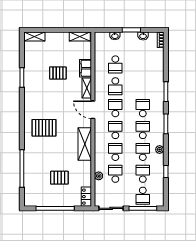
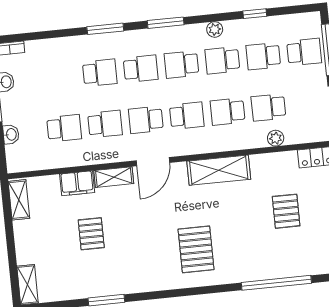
school desk: (143, 86) -> (100, 73), added
school desk: (143, 108) -> (141, 69), turned 180
school desk: (115, 130) -> (187, 116), turned 180

